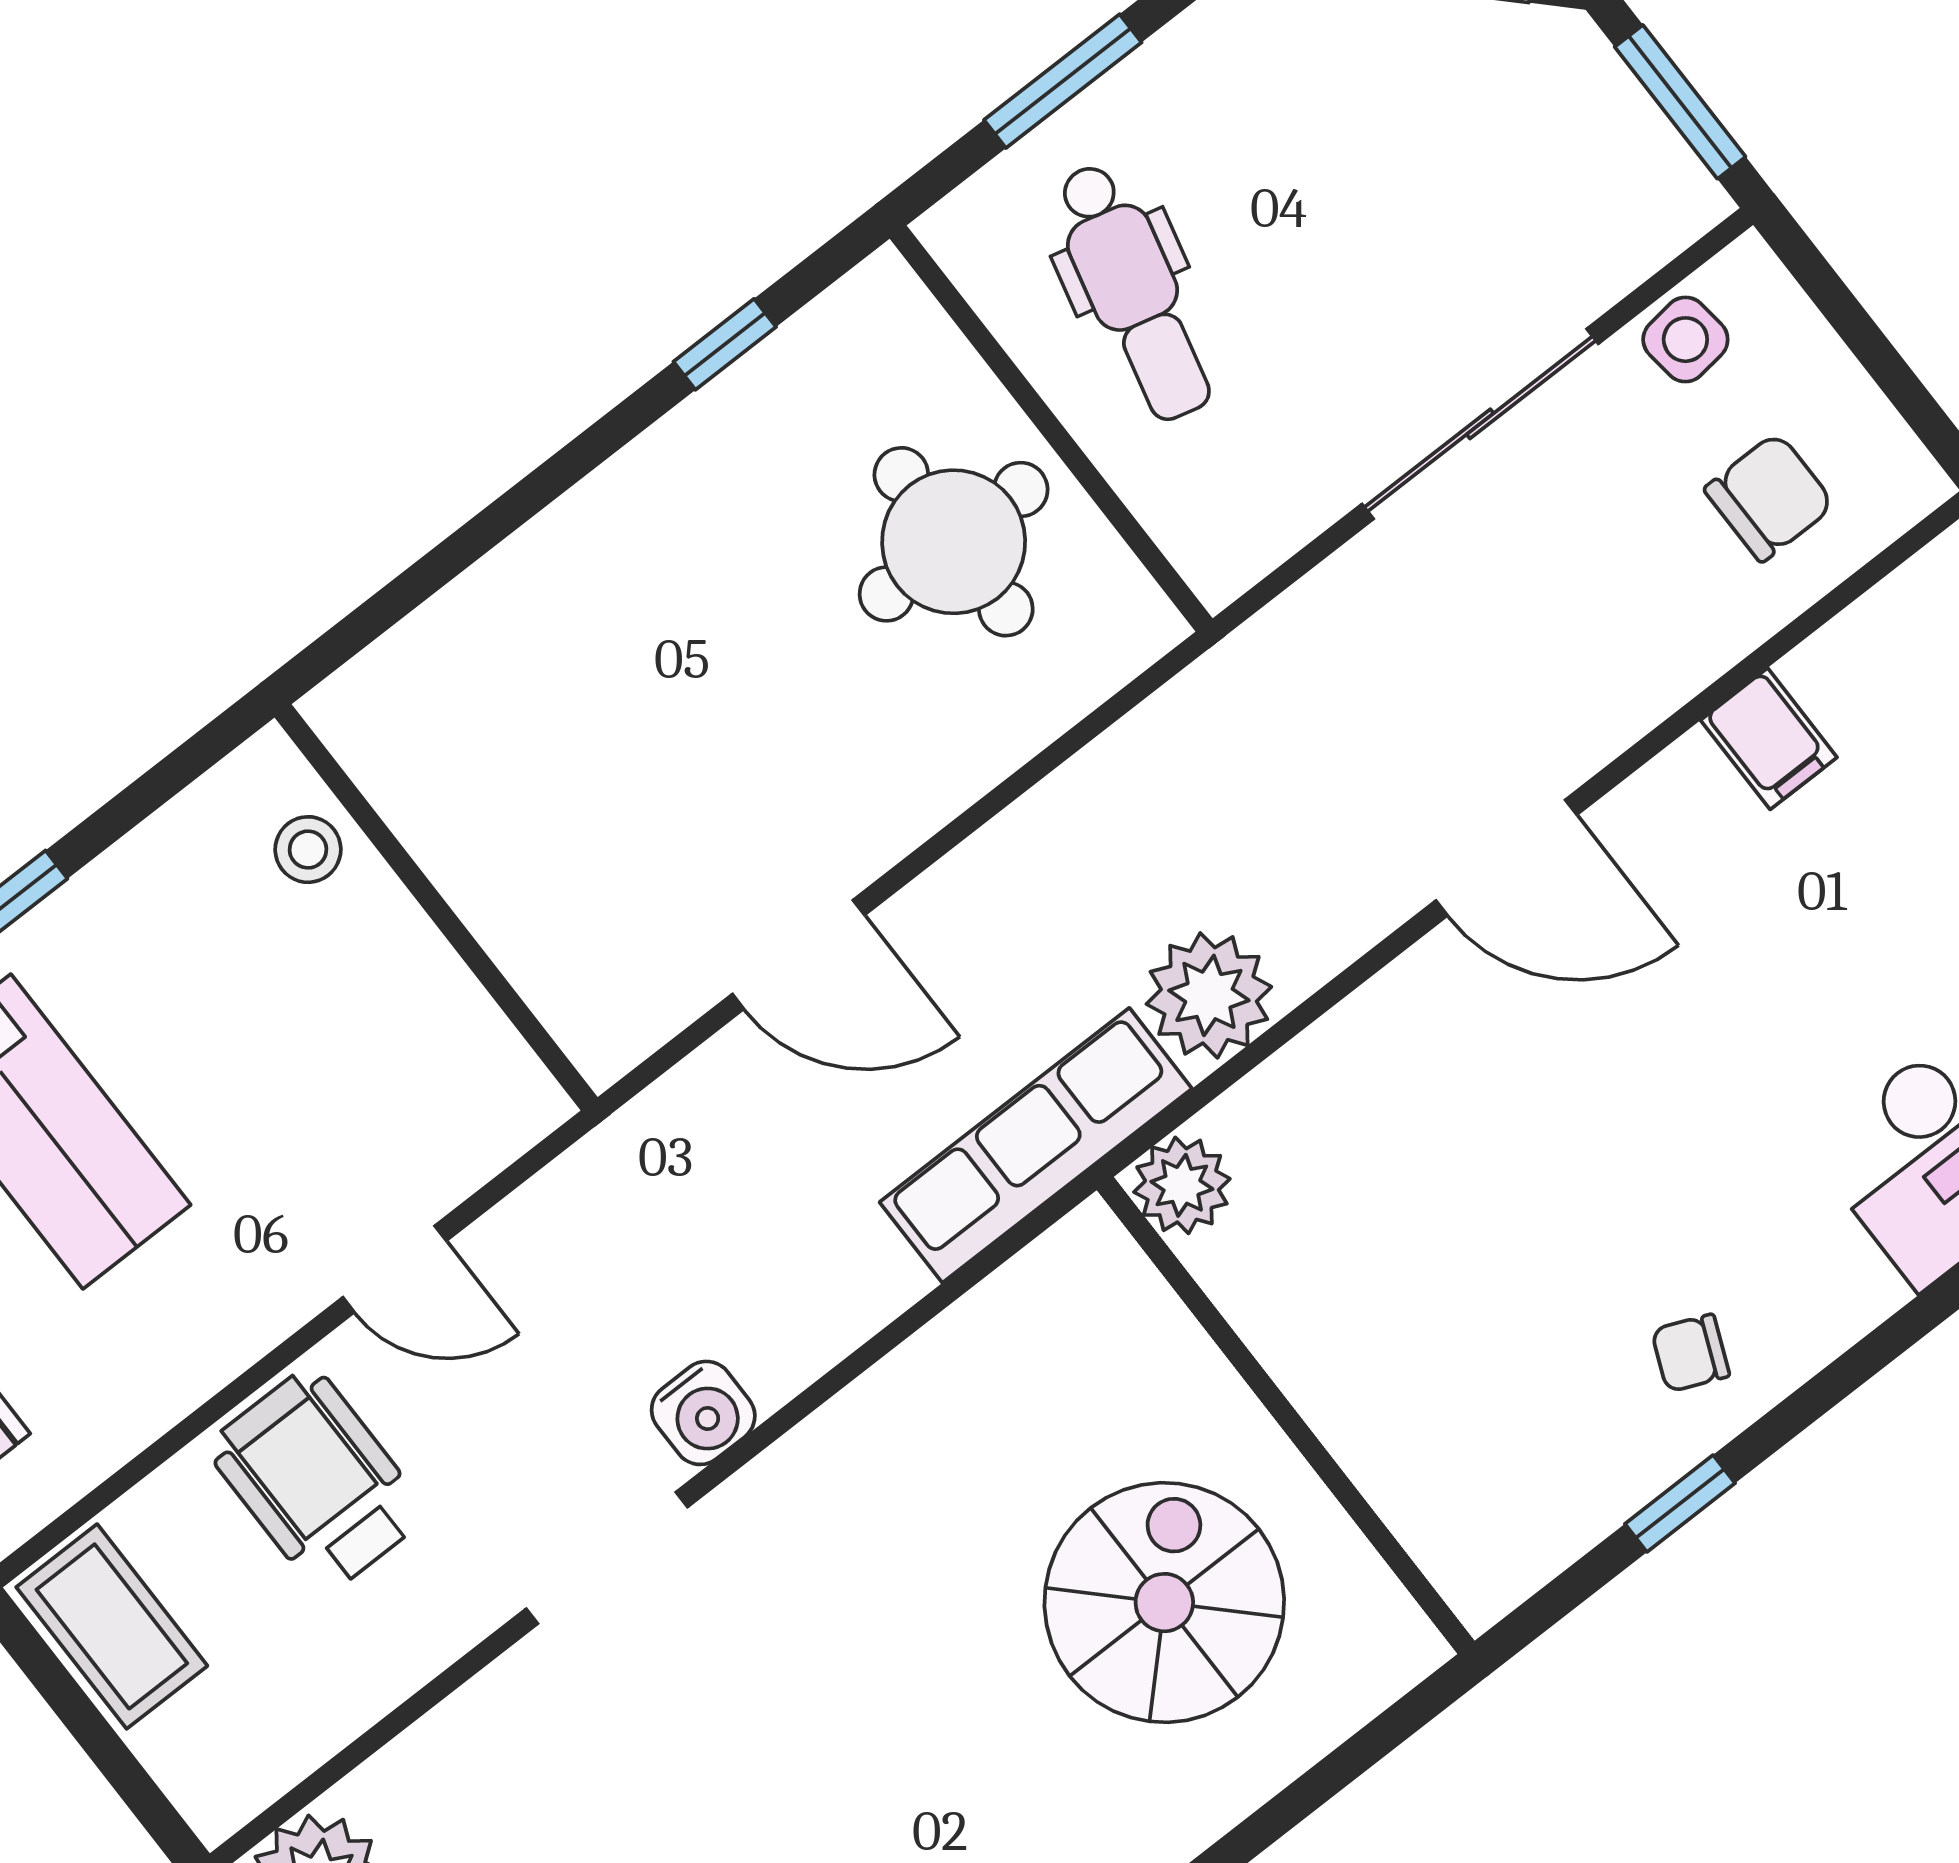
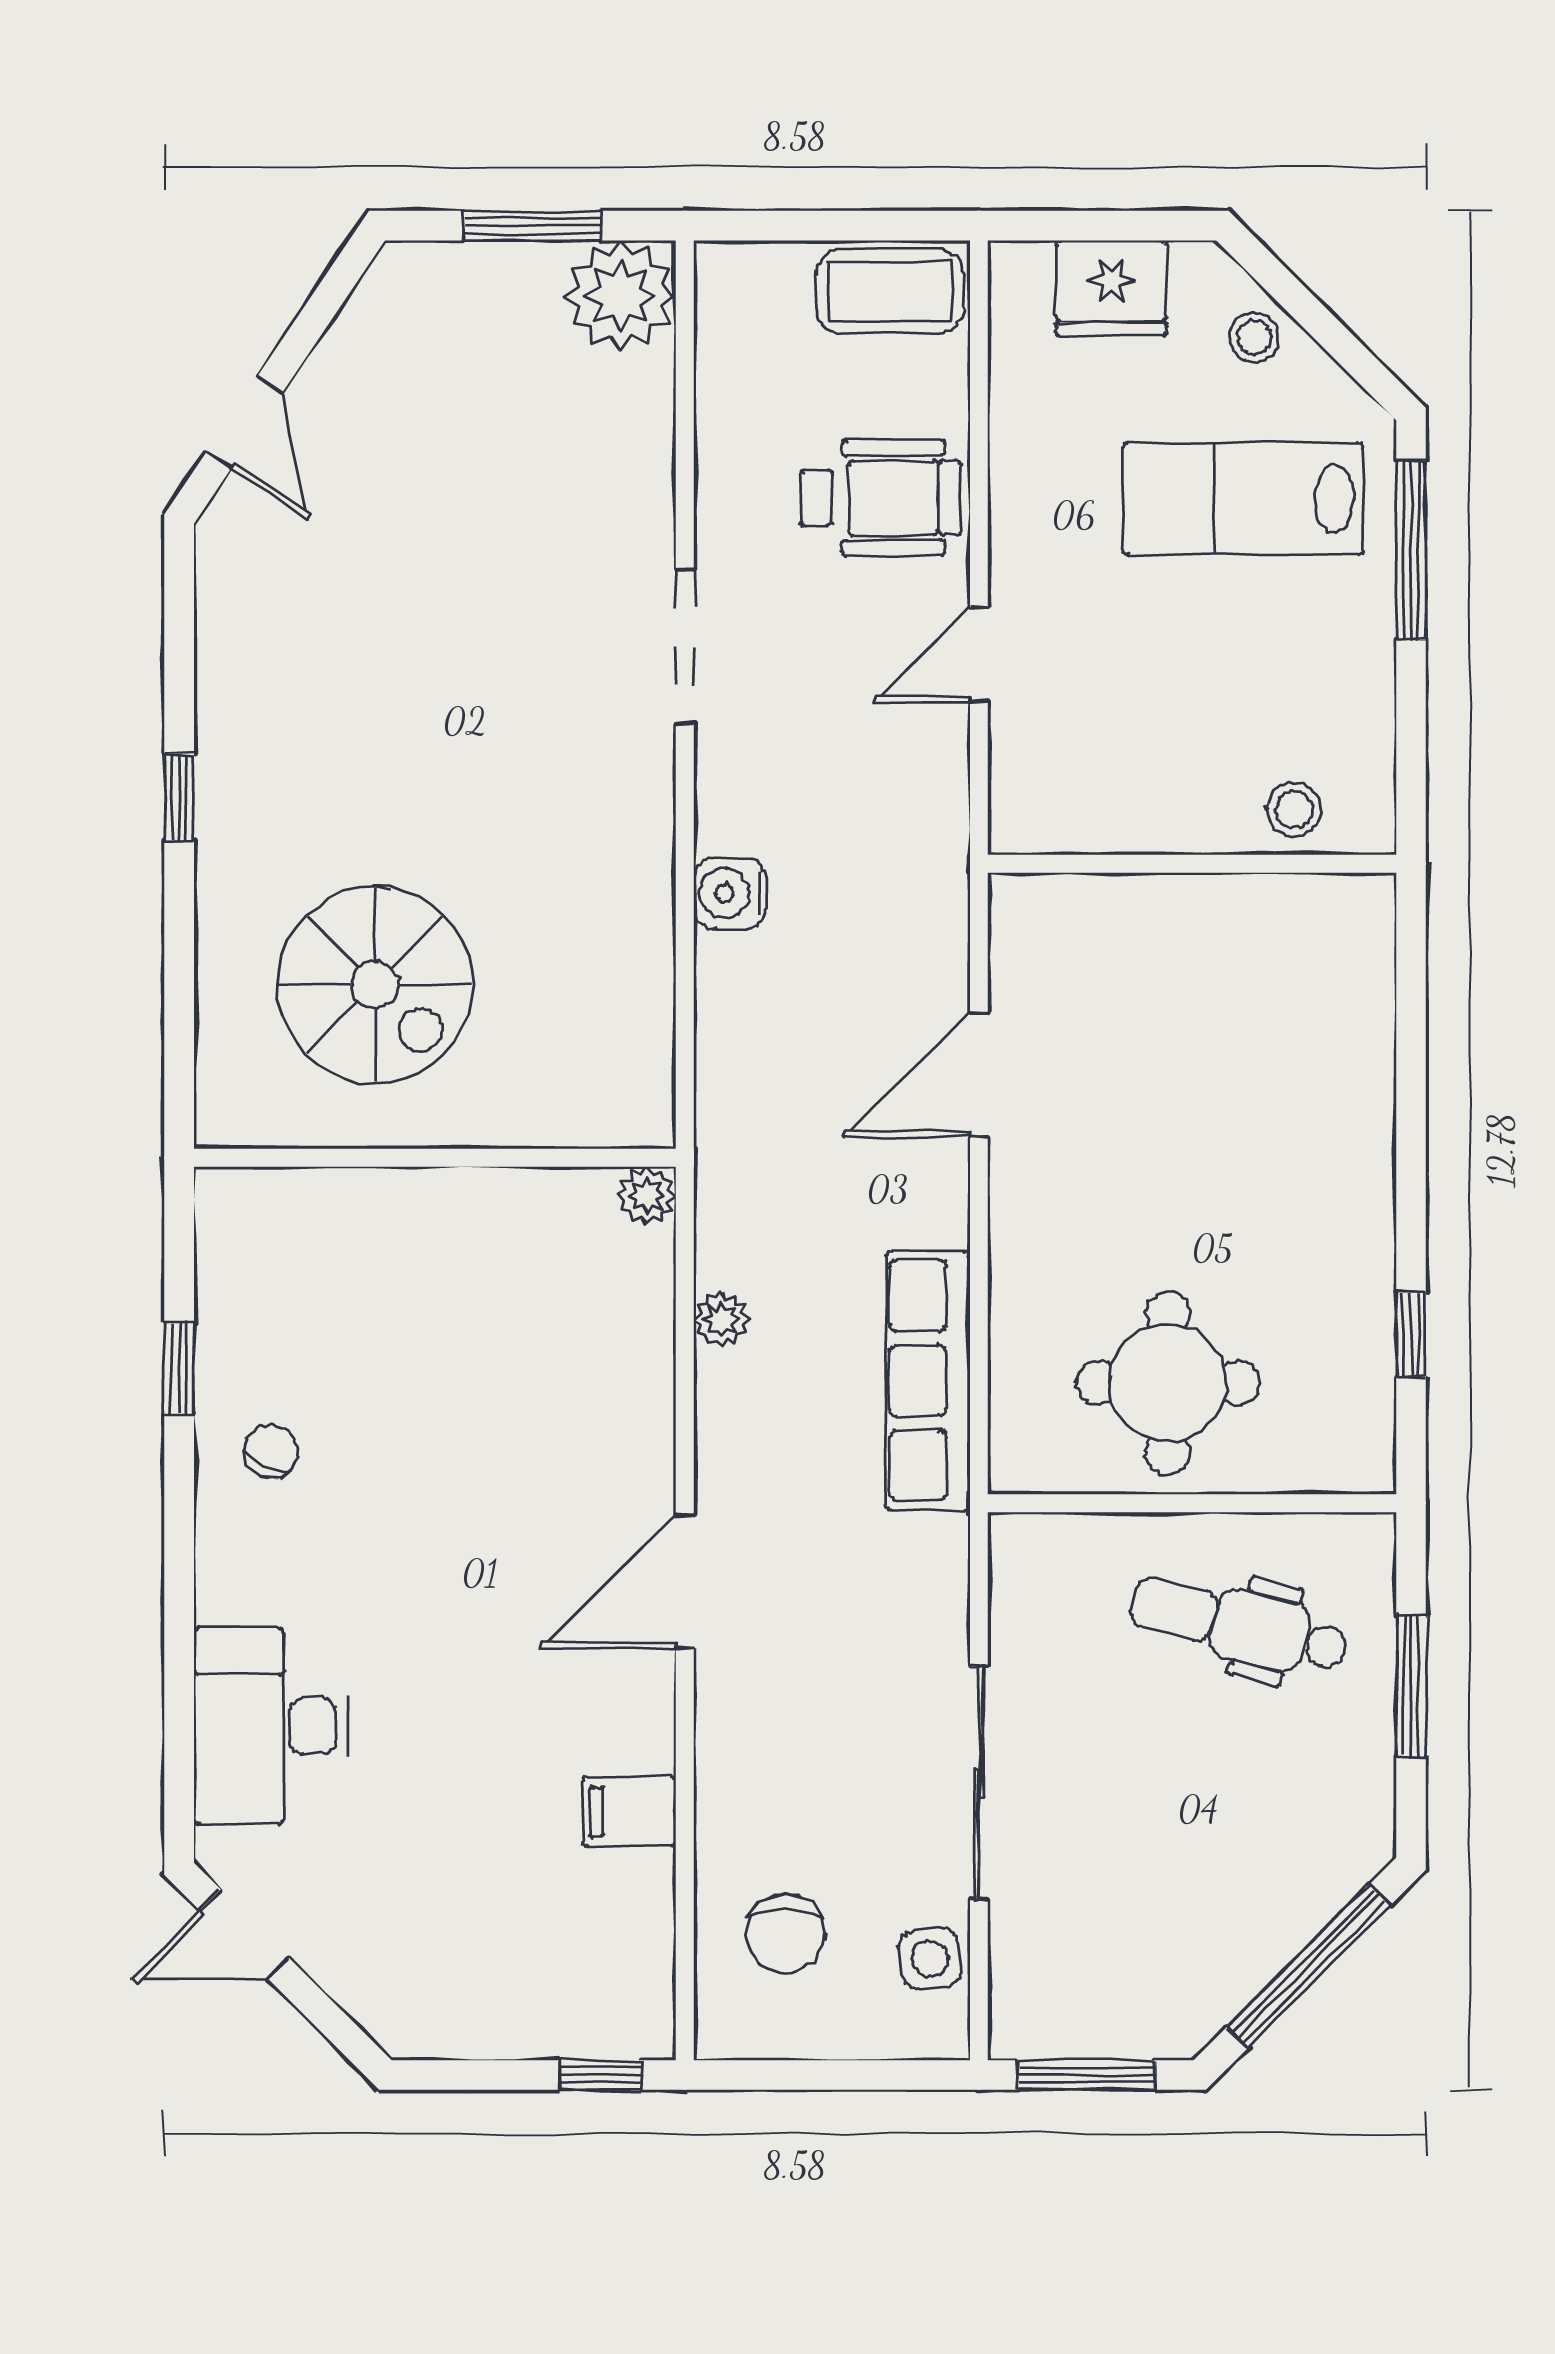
plant: (1209, 995) -> (721, 1320), width x0.53, depth x0.53
row of seats: (1036, 1145) -> (928, 1381), moved, turned 180
plant: (1182, 1185) -> (647, 1196), width x0.73, depth x0.73
water cooler: (703, 1413) -> (730, 893), moved

